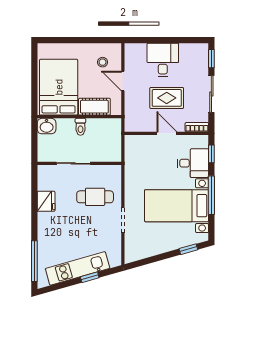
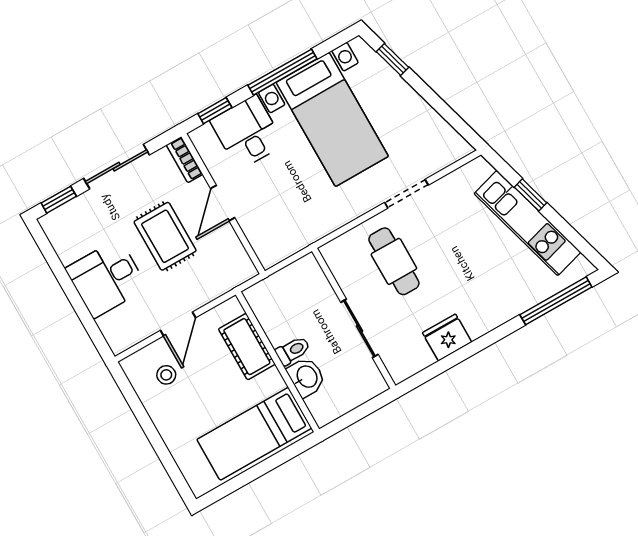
bed: (59, 87) -> (254, 434), width x0.67
washbasin: (47, 126) -> (306, 377), moved

